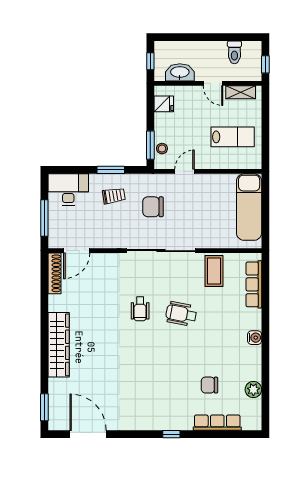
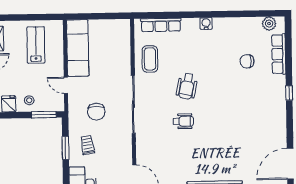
stool: (162, 149) -> (29, 100), moved
exam couch: (249, 207) -> (78, 48), moved, turned -90
coffee table: (214, 271) -> (150, 59), turned 90
chair: (209, 385) -> (247, 61), turned 90
plant: (253, 390) -> (269, 24), moved

